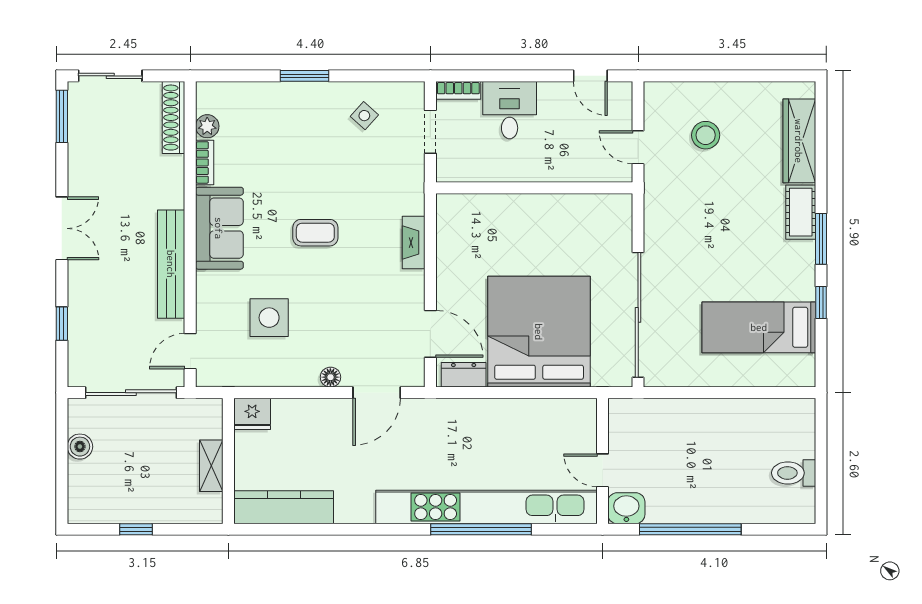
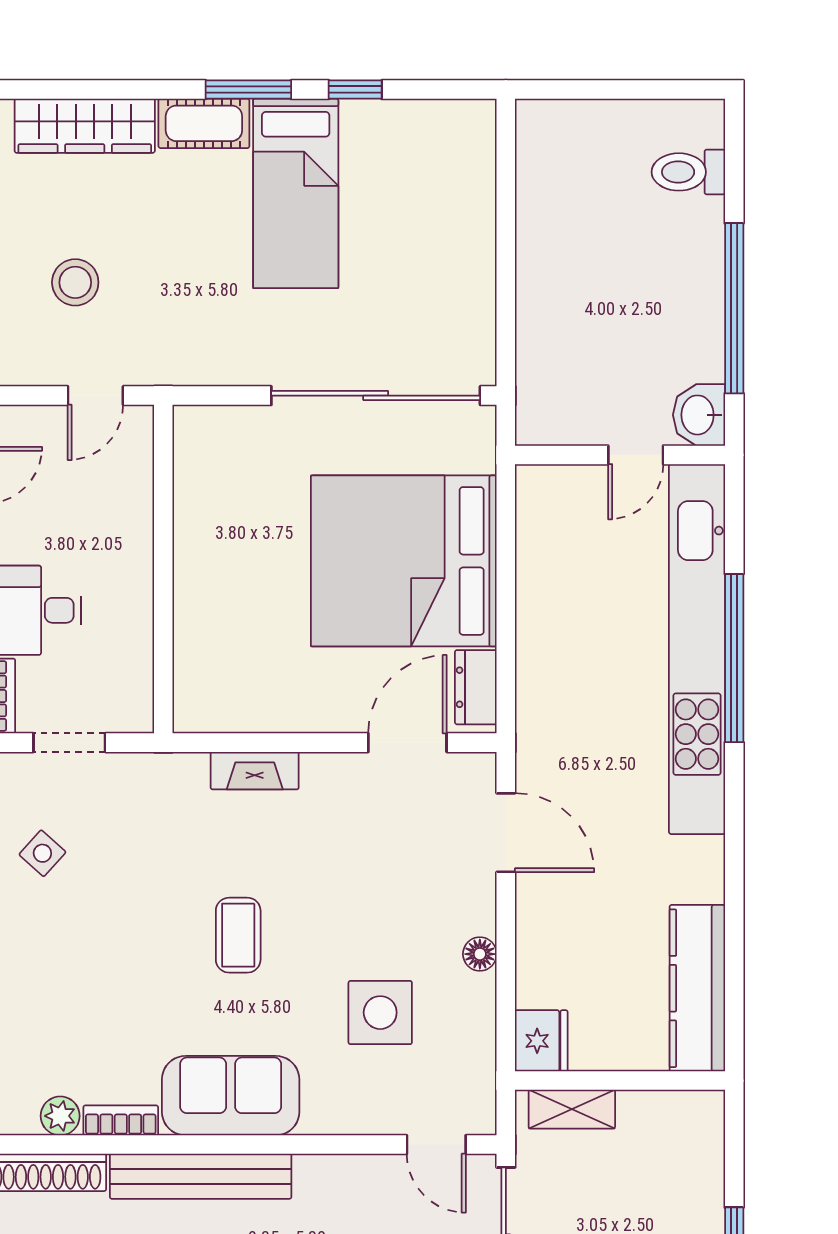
bench: (171, 264) -> (201, 1176), moved
bed: (759, 327) -> (296, 193), moved
floor lamp: (330, 377) -> (480, 954), moved
shelving: (211, 466) -> (572, 1109), moved
toilet: (794, 473) -> (688, 172), moved, turned 90

